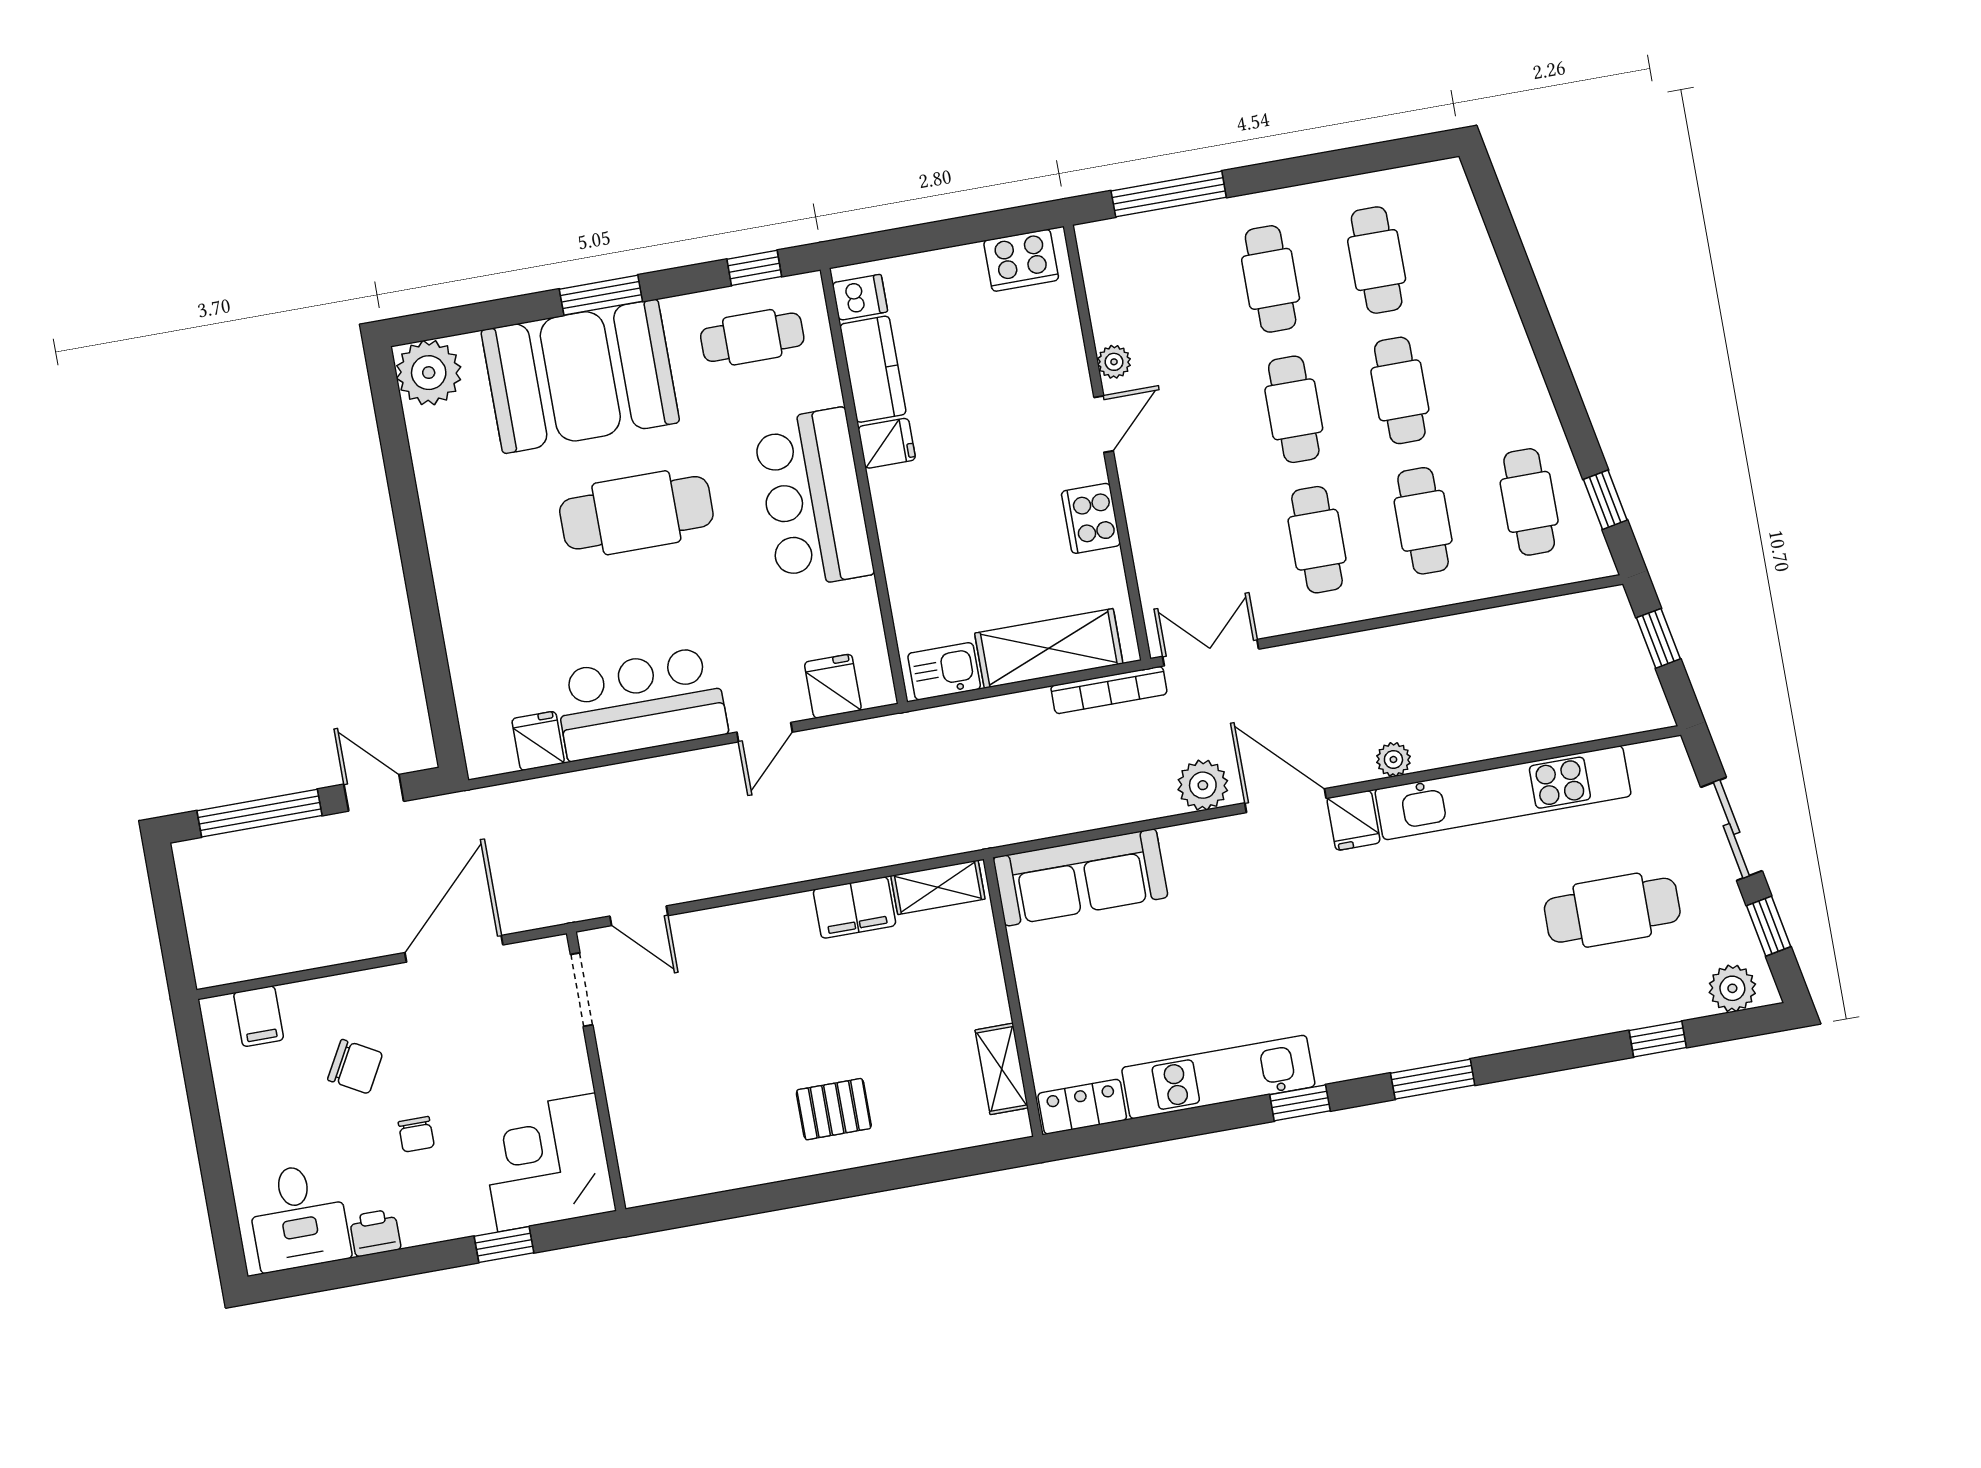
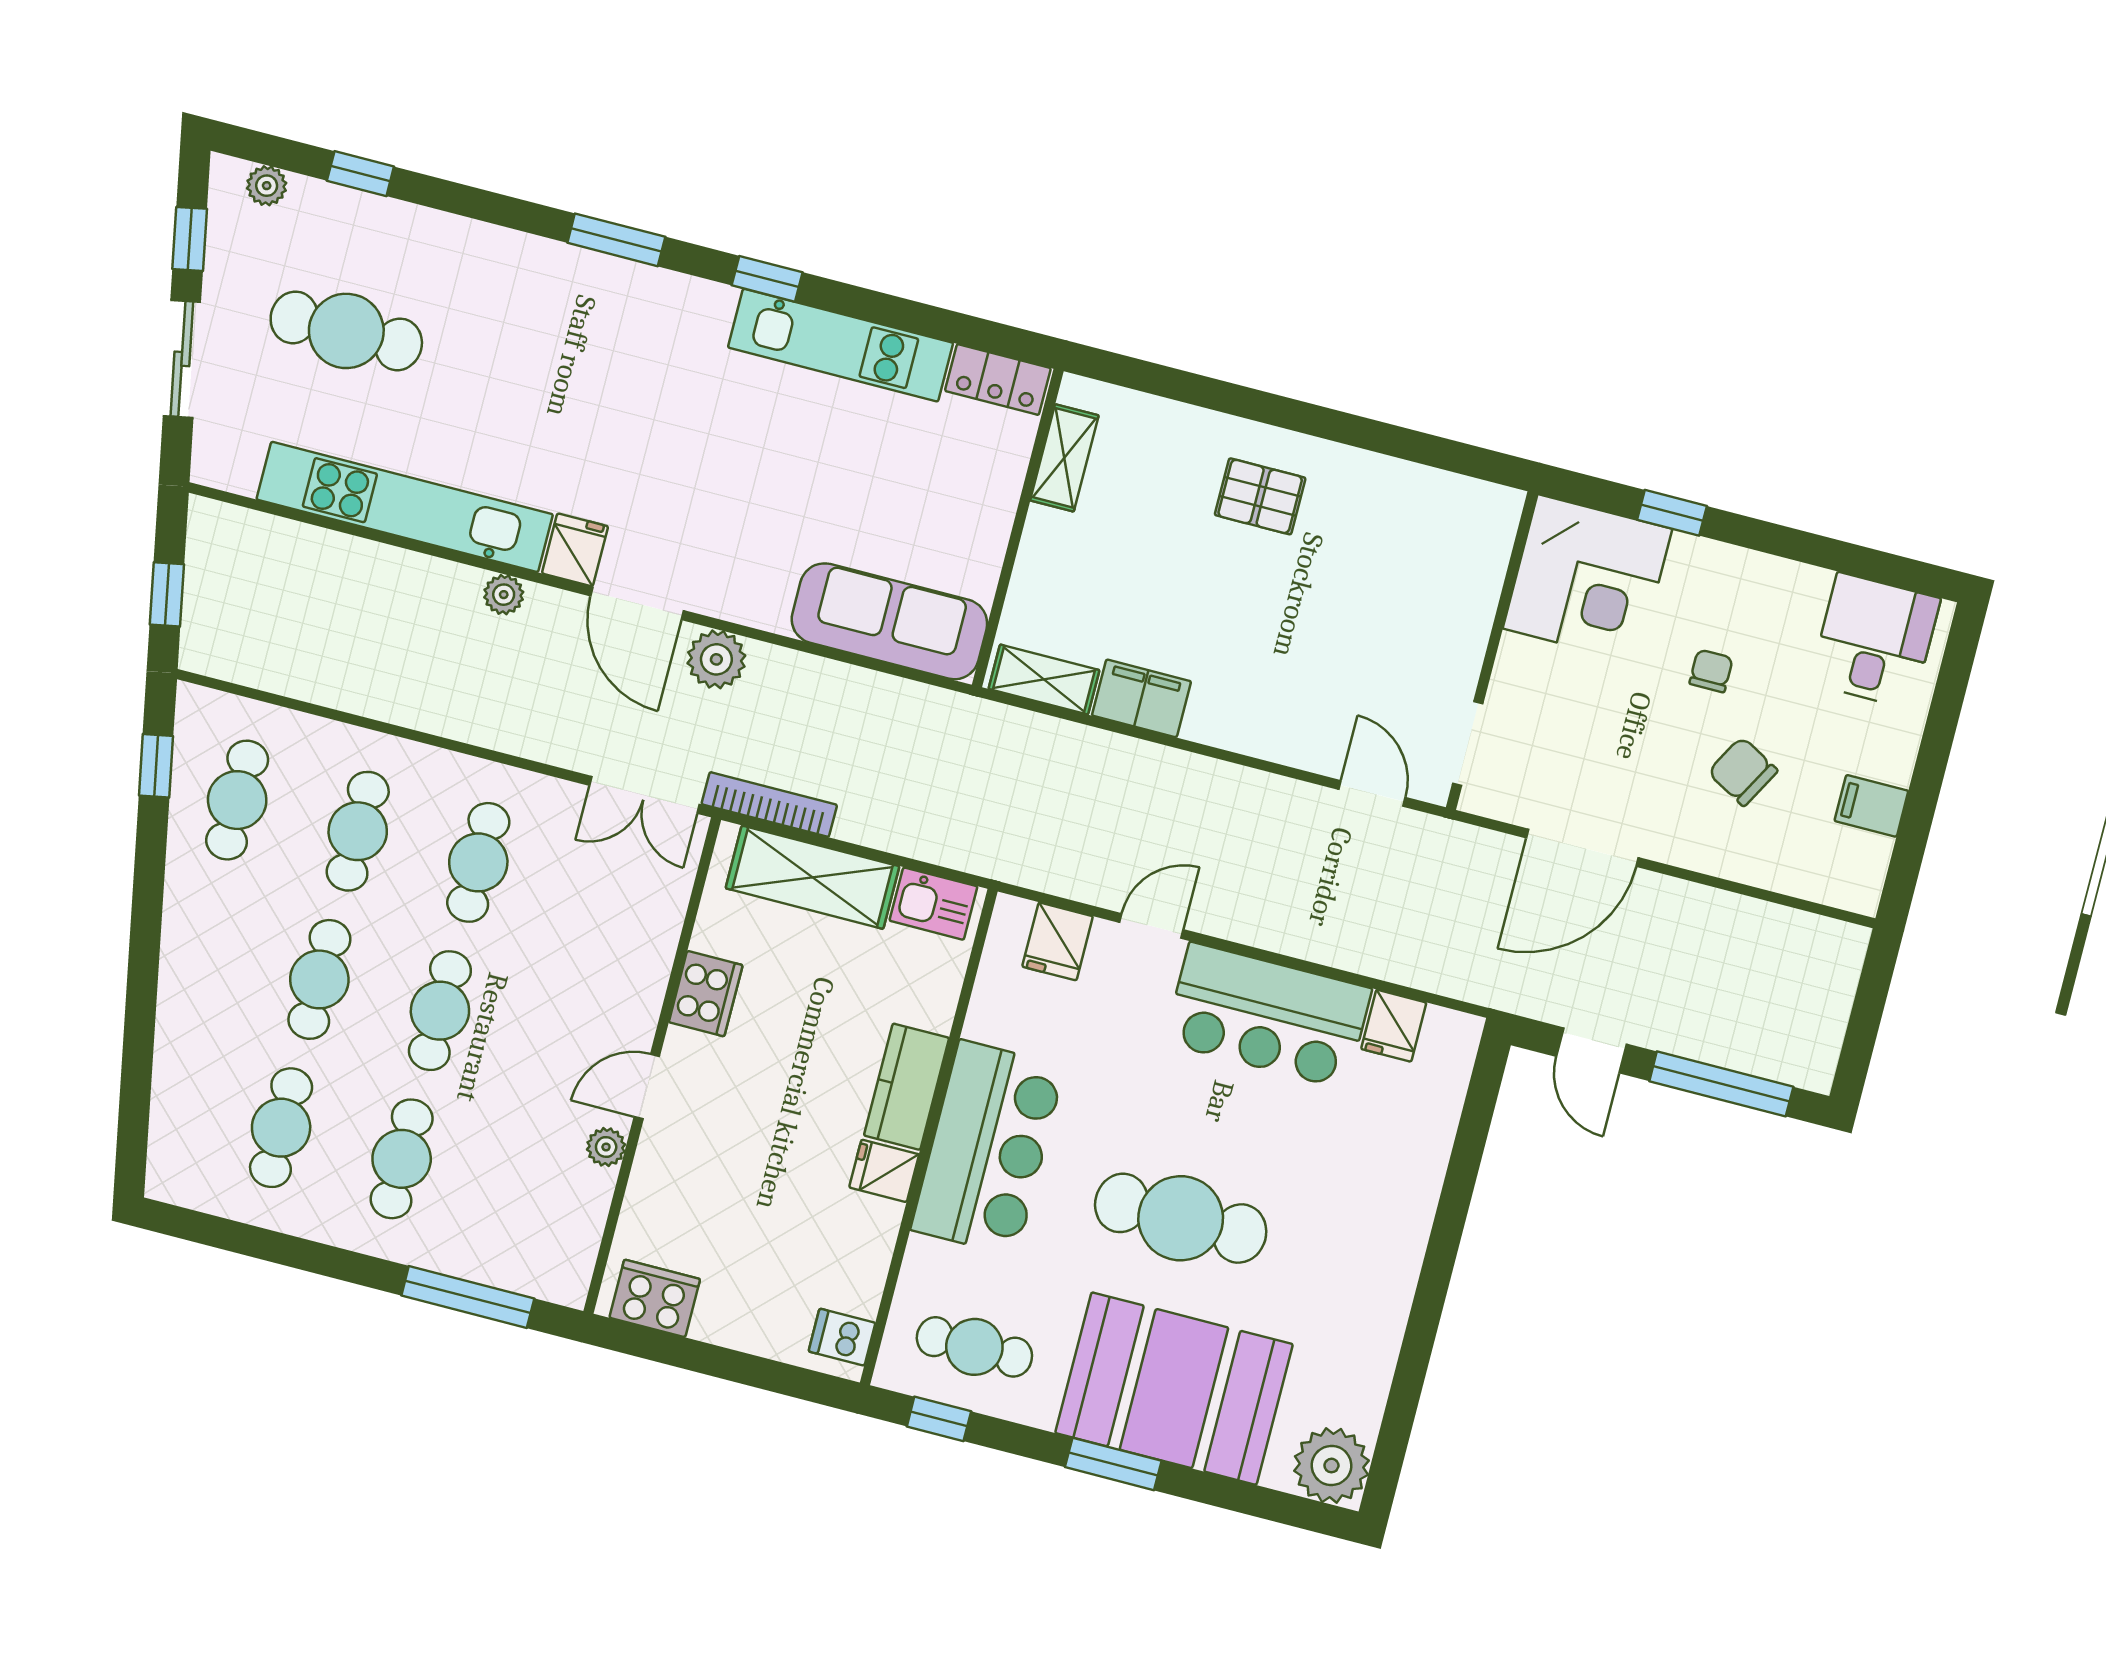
kitchen counter: (873, 369) -> (907, 1087), moved
plant: (1732, 988) -> (267, 186), width x0.73, depth x0.73
filing cabinet: (259, 1016) -> (1871, 806), moved, turned -90
printer: (375, 1233) -> (1802, 587), removed

